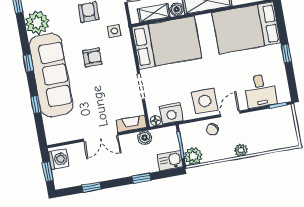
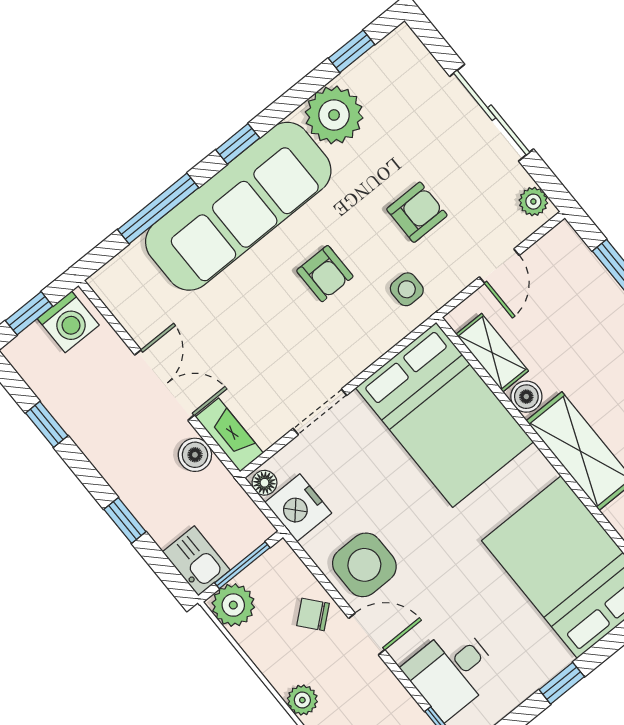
window: (36, 104) -> (158, 209), width x2.17
double door: (101, 137) -> (164, 385), swing flipped
boiler: (145, 138) -> (195, 455), moved

